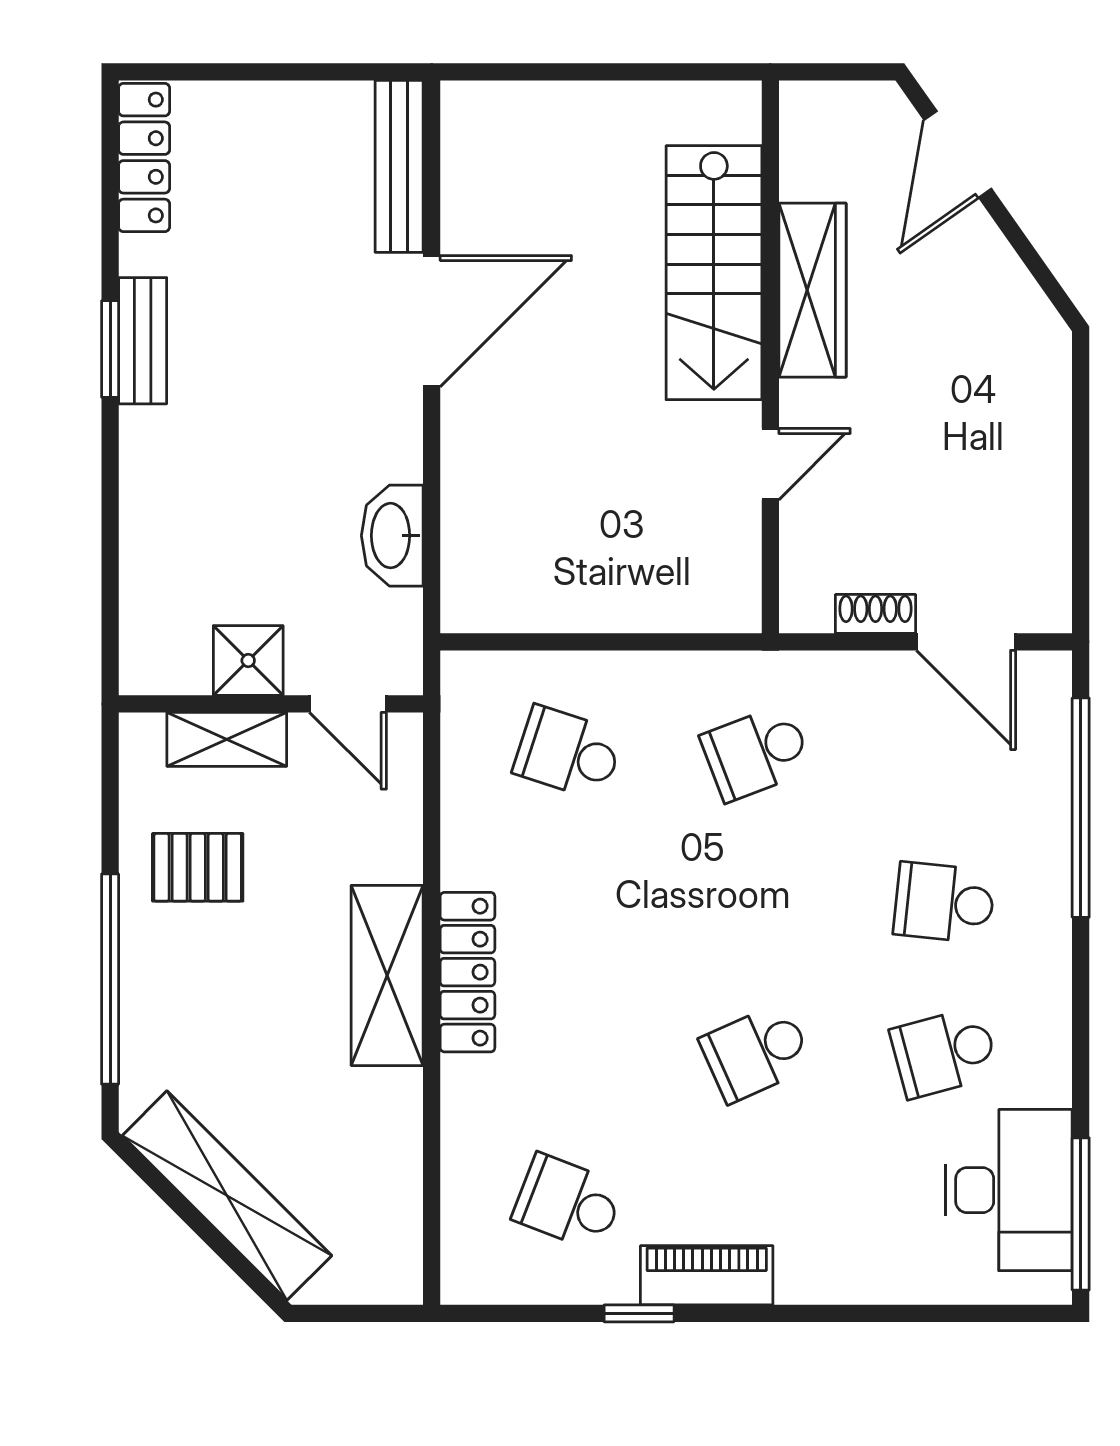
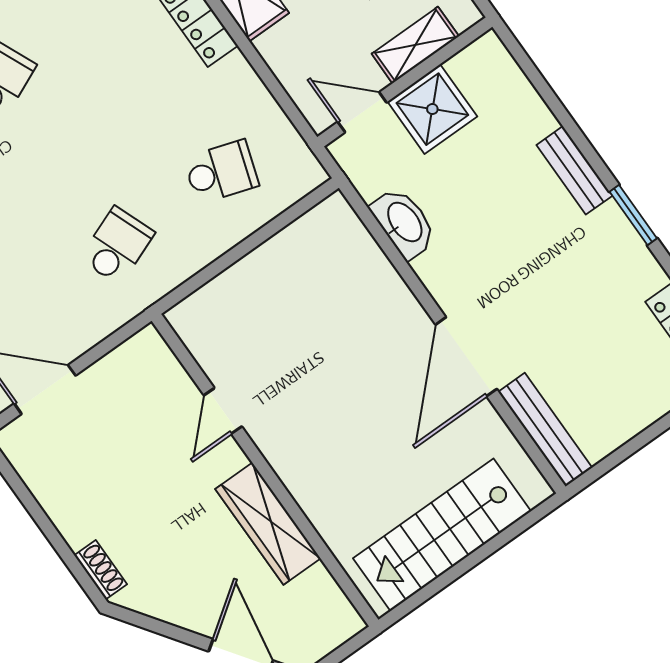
stairs: (714, 273) -> (442, 535), moved, turned -90
bench: (143, 341) -> (574, 170), moved
shoe rack: (875, 614) -> (101, 570), moved, turned -90
shower: (248, 661) -> (432, 109), width x1.36, depth x1.36

